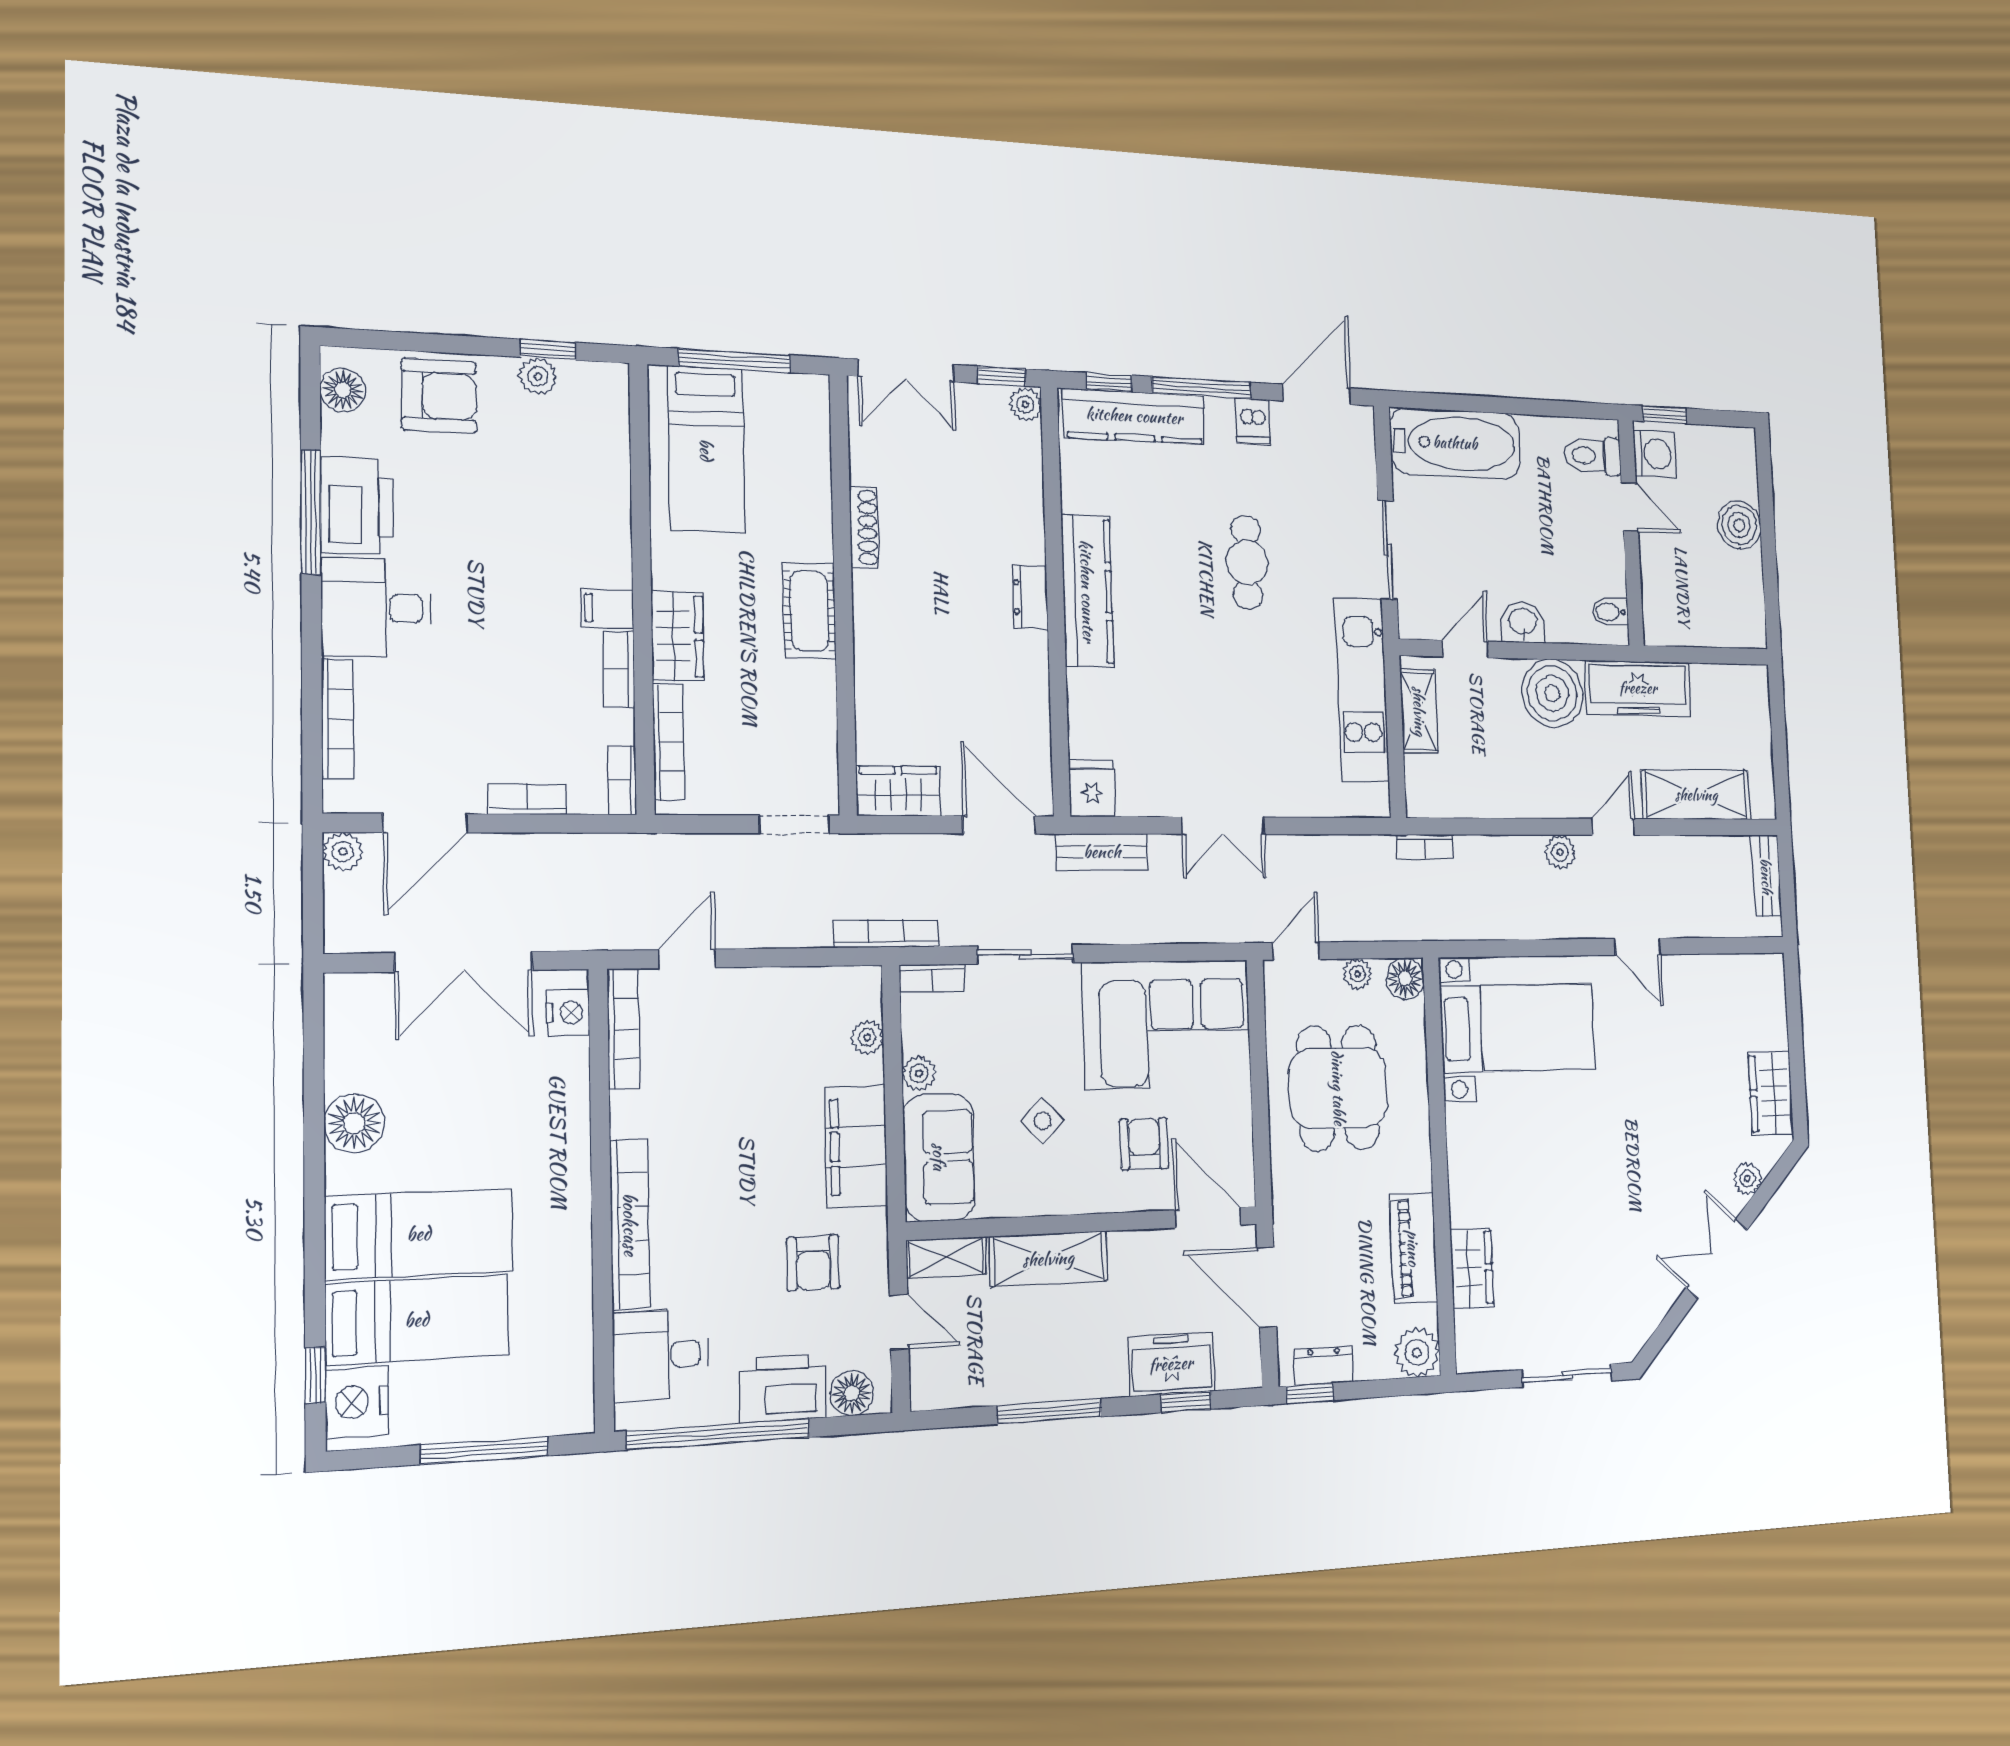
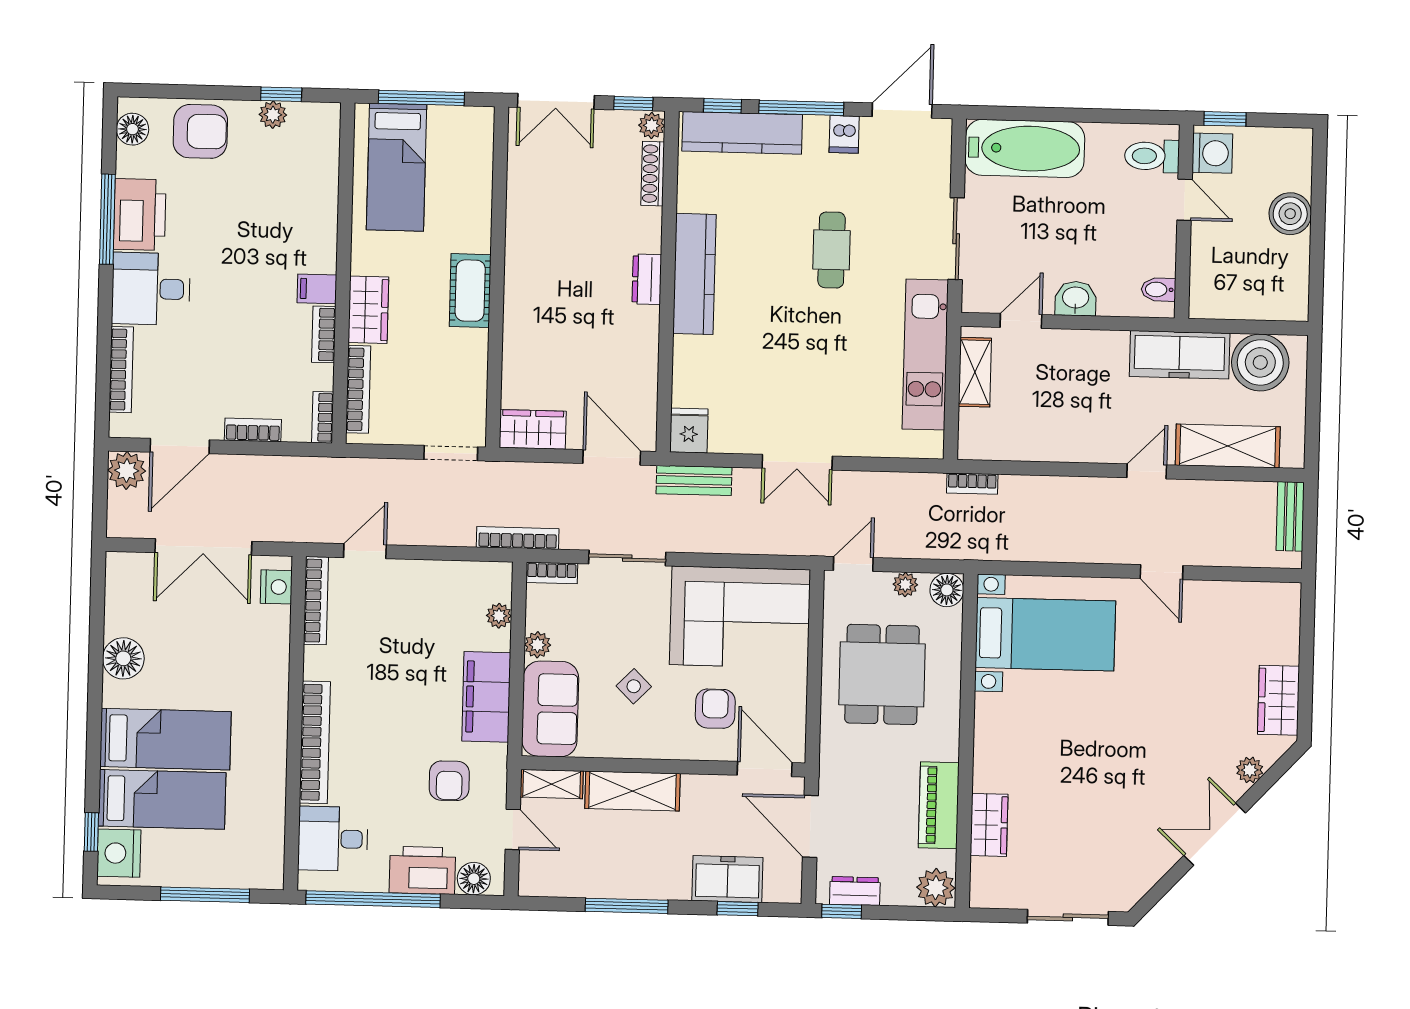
shoe rack: (864, 527) -> (653, 174), moved, turned 180
boiler: (1552, 693) -> (1260, 362), moved
plant: (343, 852) -> (127, 471), width x1.38, depth x1.38
plant: (1560, 852) -> (1095, 491), removed

